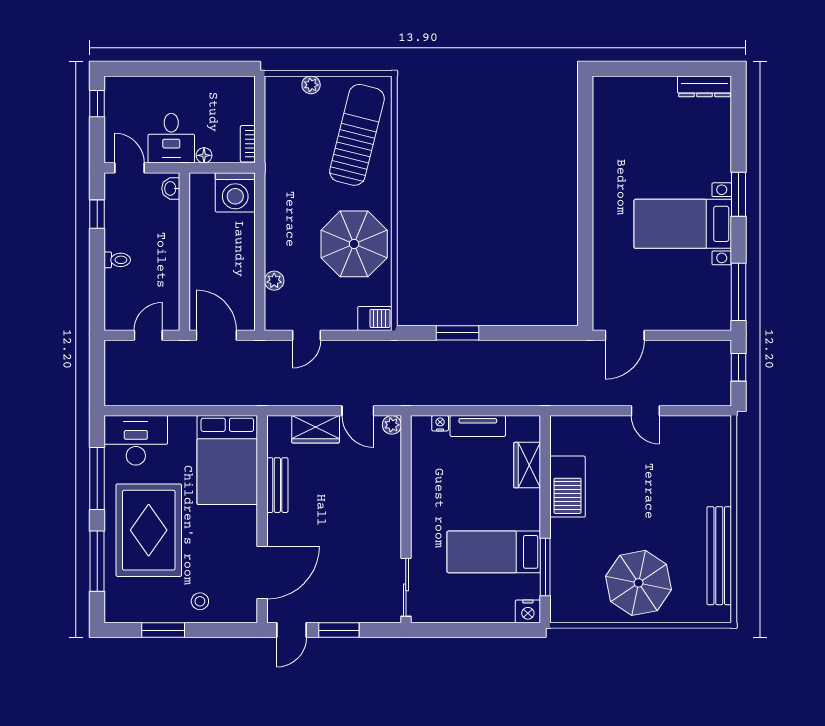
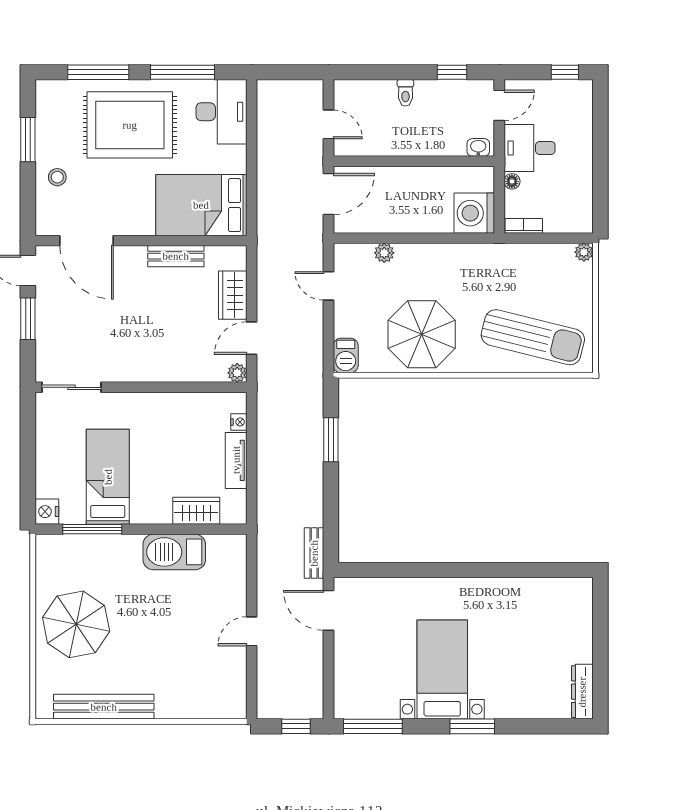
plant: (311, 85) -> (584, 252), moved
bench: (568, 349) -> (314, 553), added

